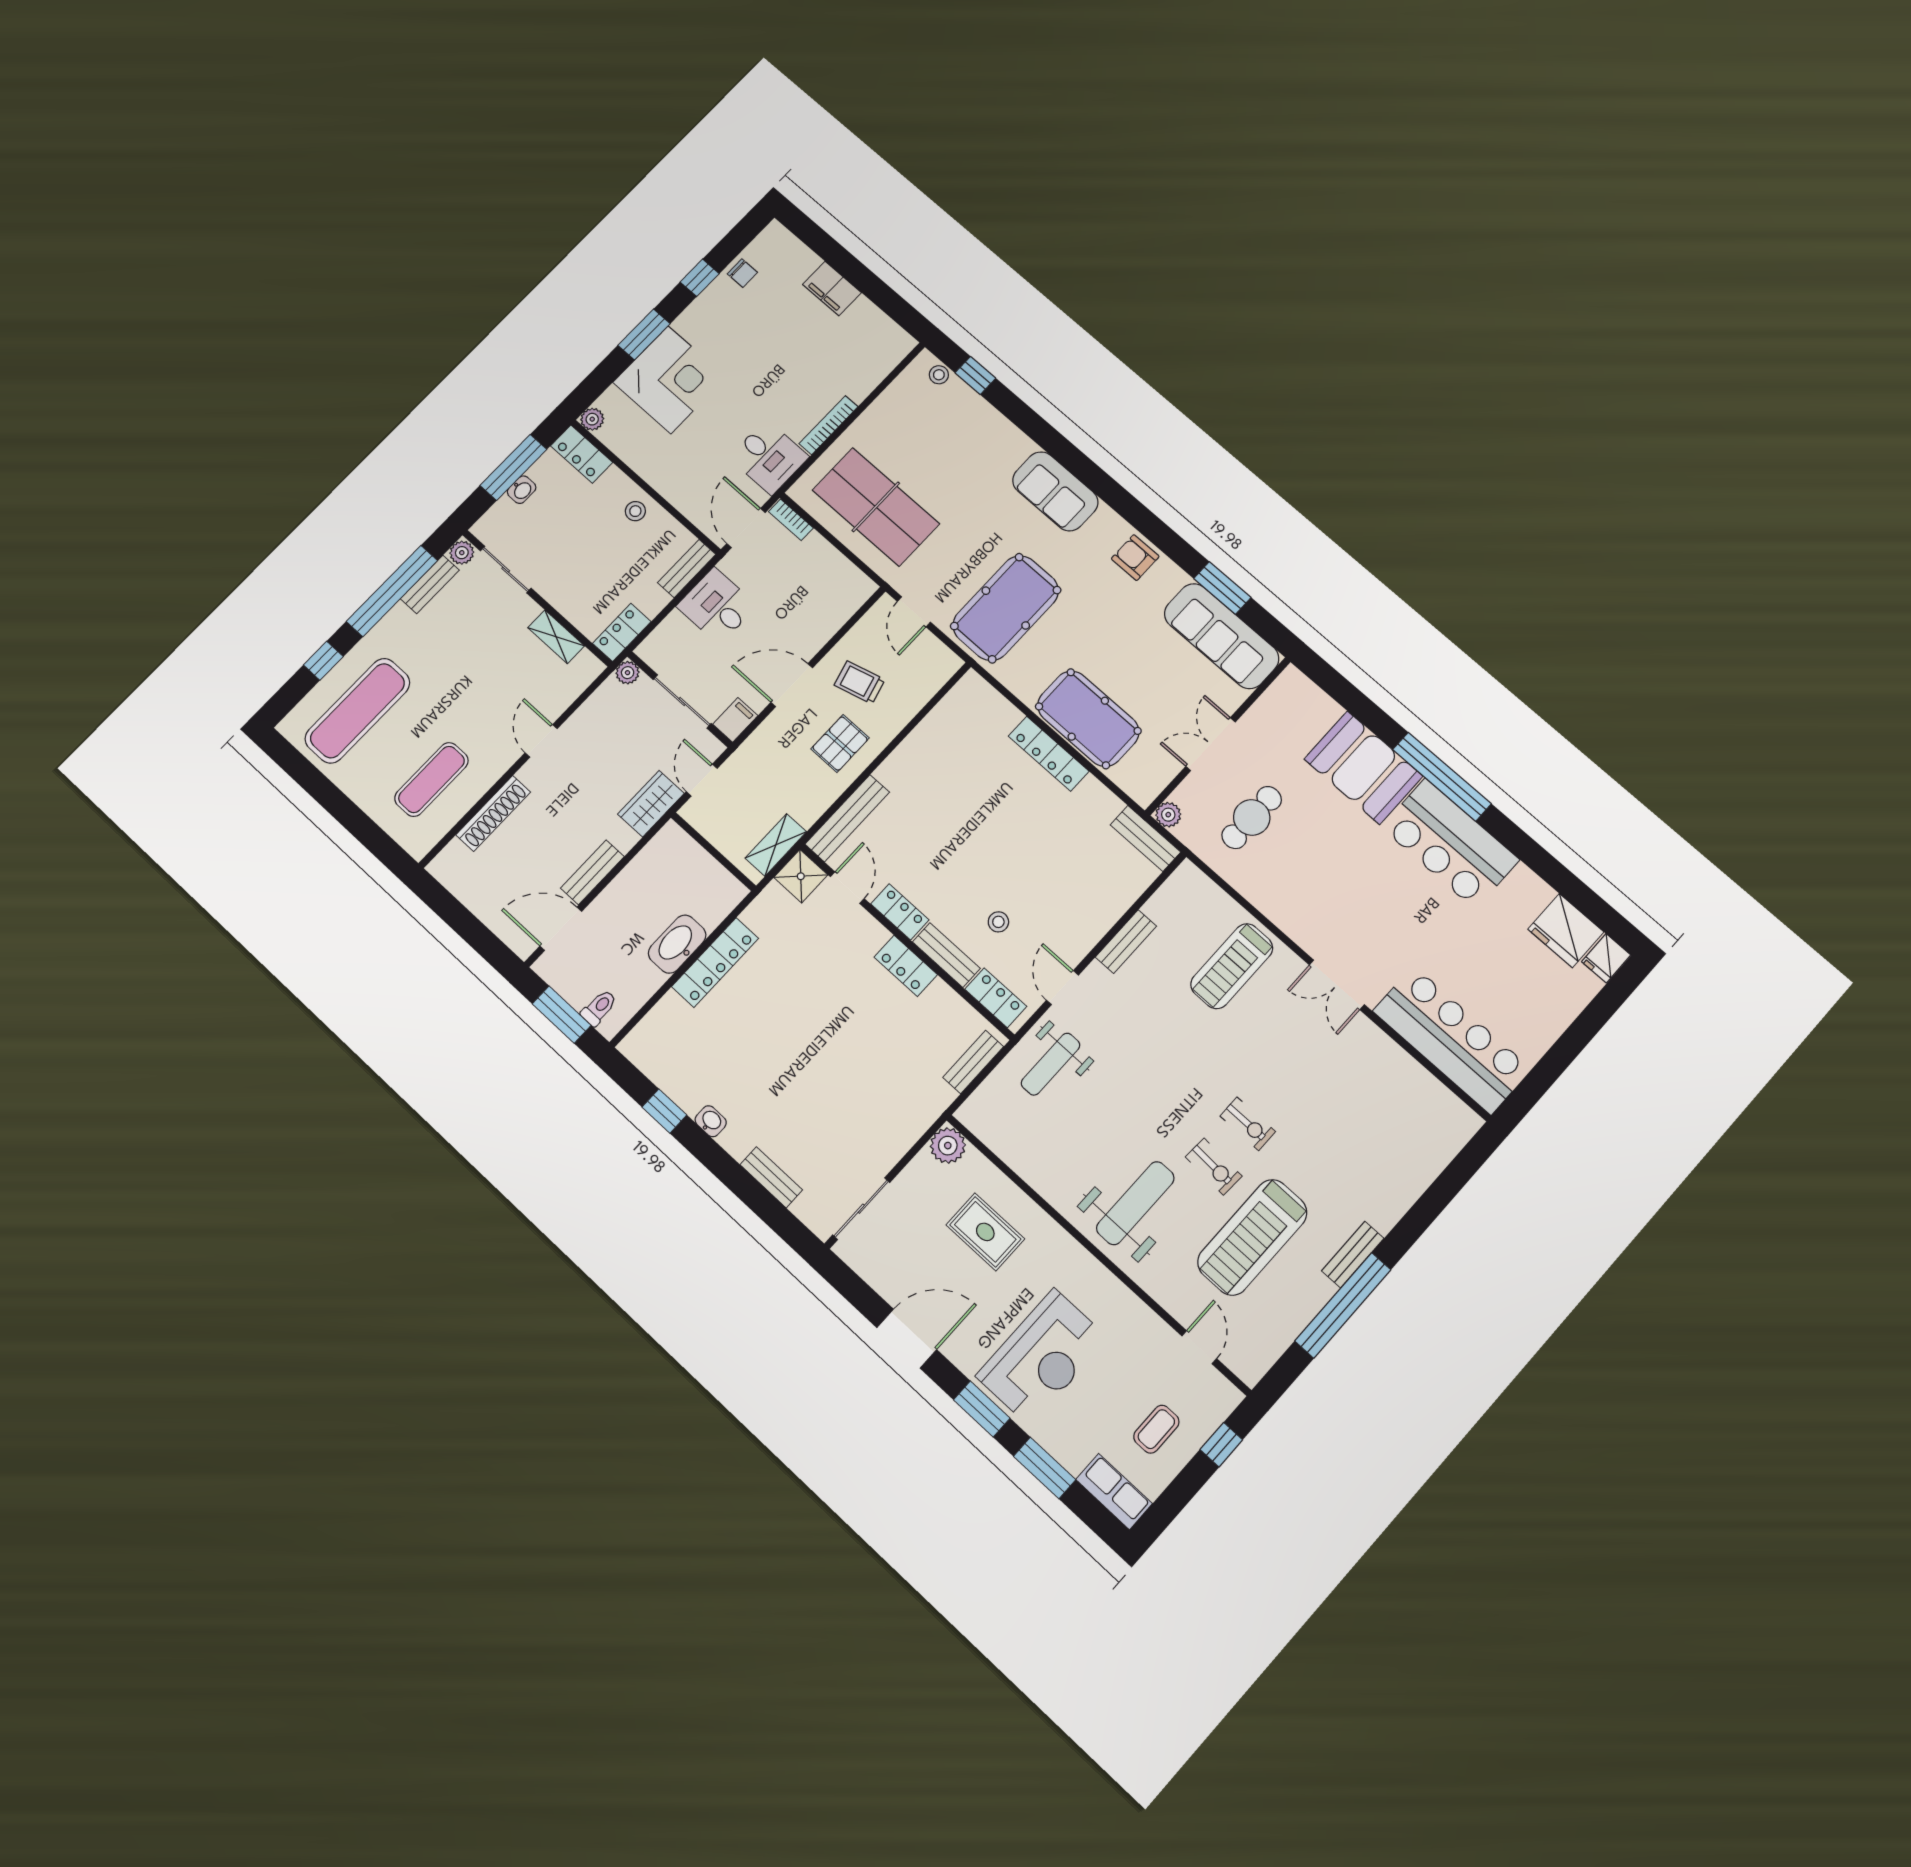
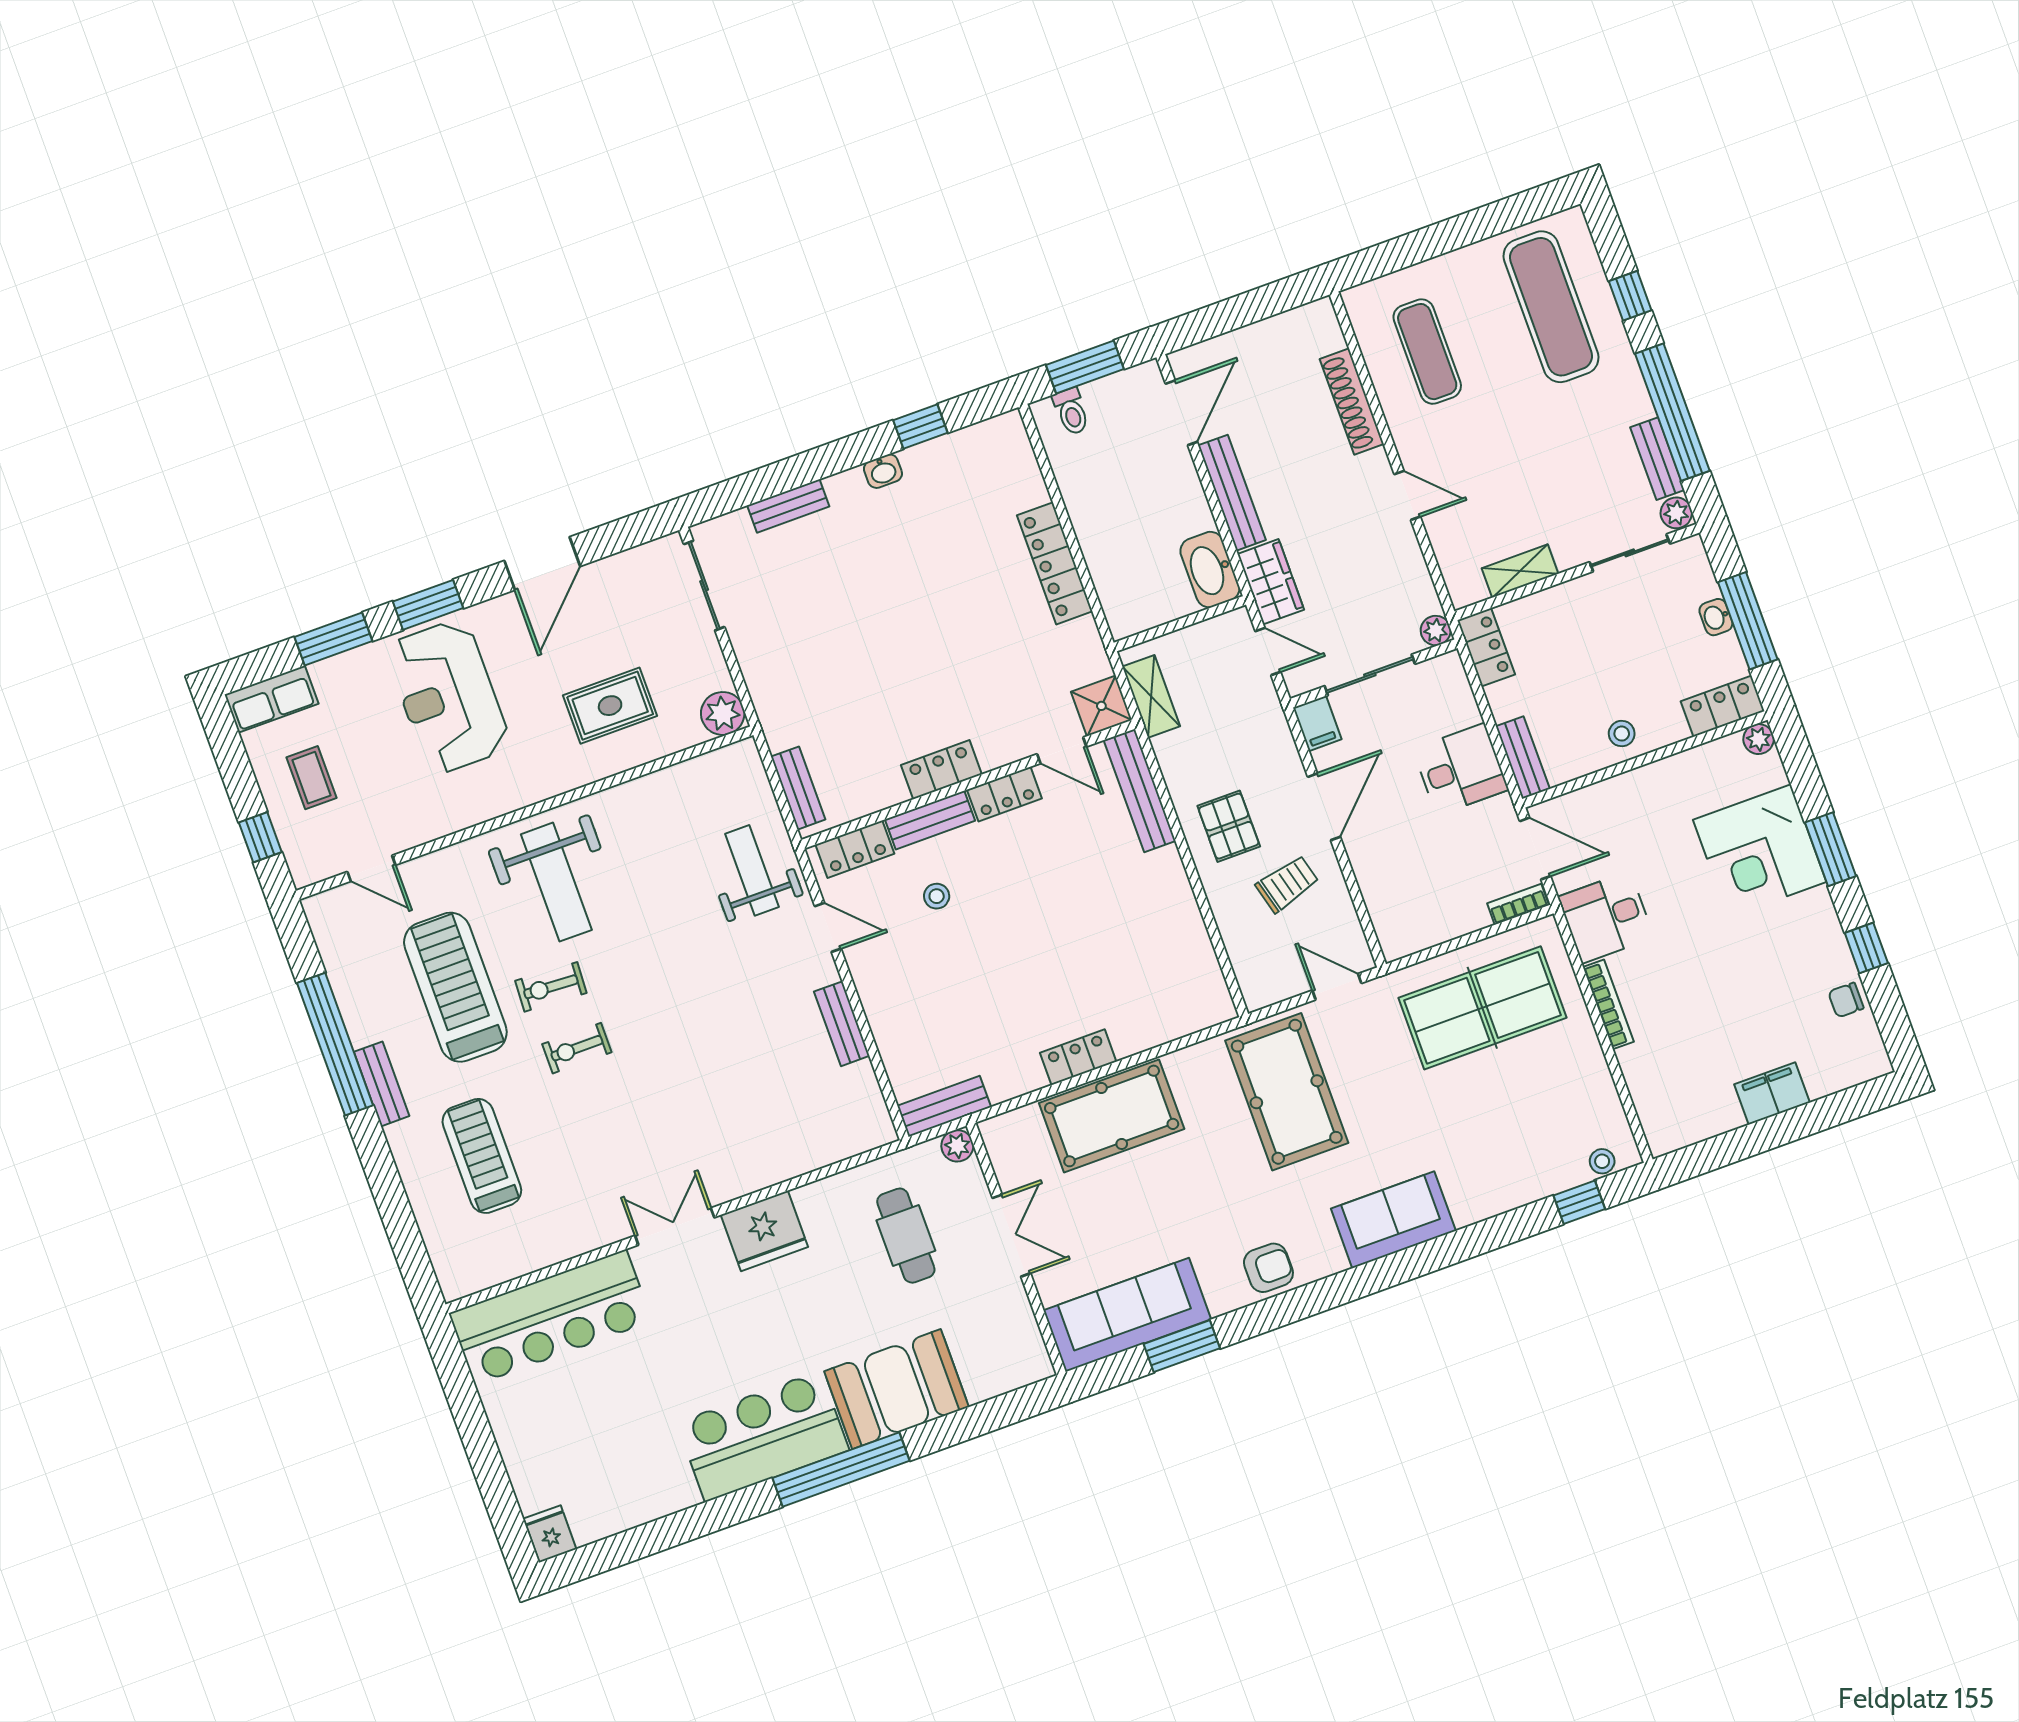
locker: (1049, 754) -> (1078, 1057), width x0.66
bench: (592, 872) -> (1232, 493), width x1.36
fridge: (1566, 931) -> (764, 1231), moved, turned 180
washbasin: (677, 944) -> (1210, 570), moved, turned 180
treadmill: (1232, 966) -> (482, 1156), moved

